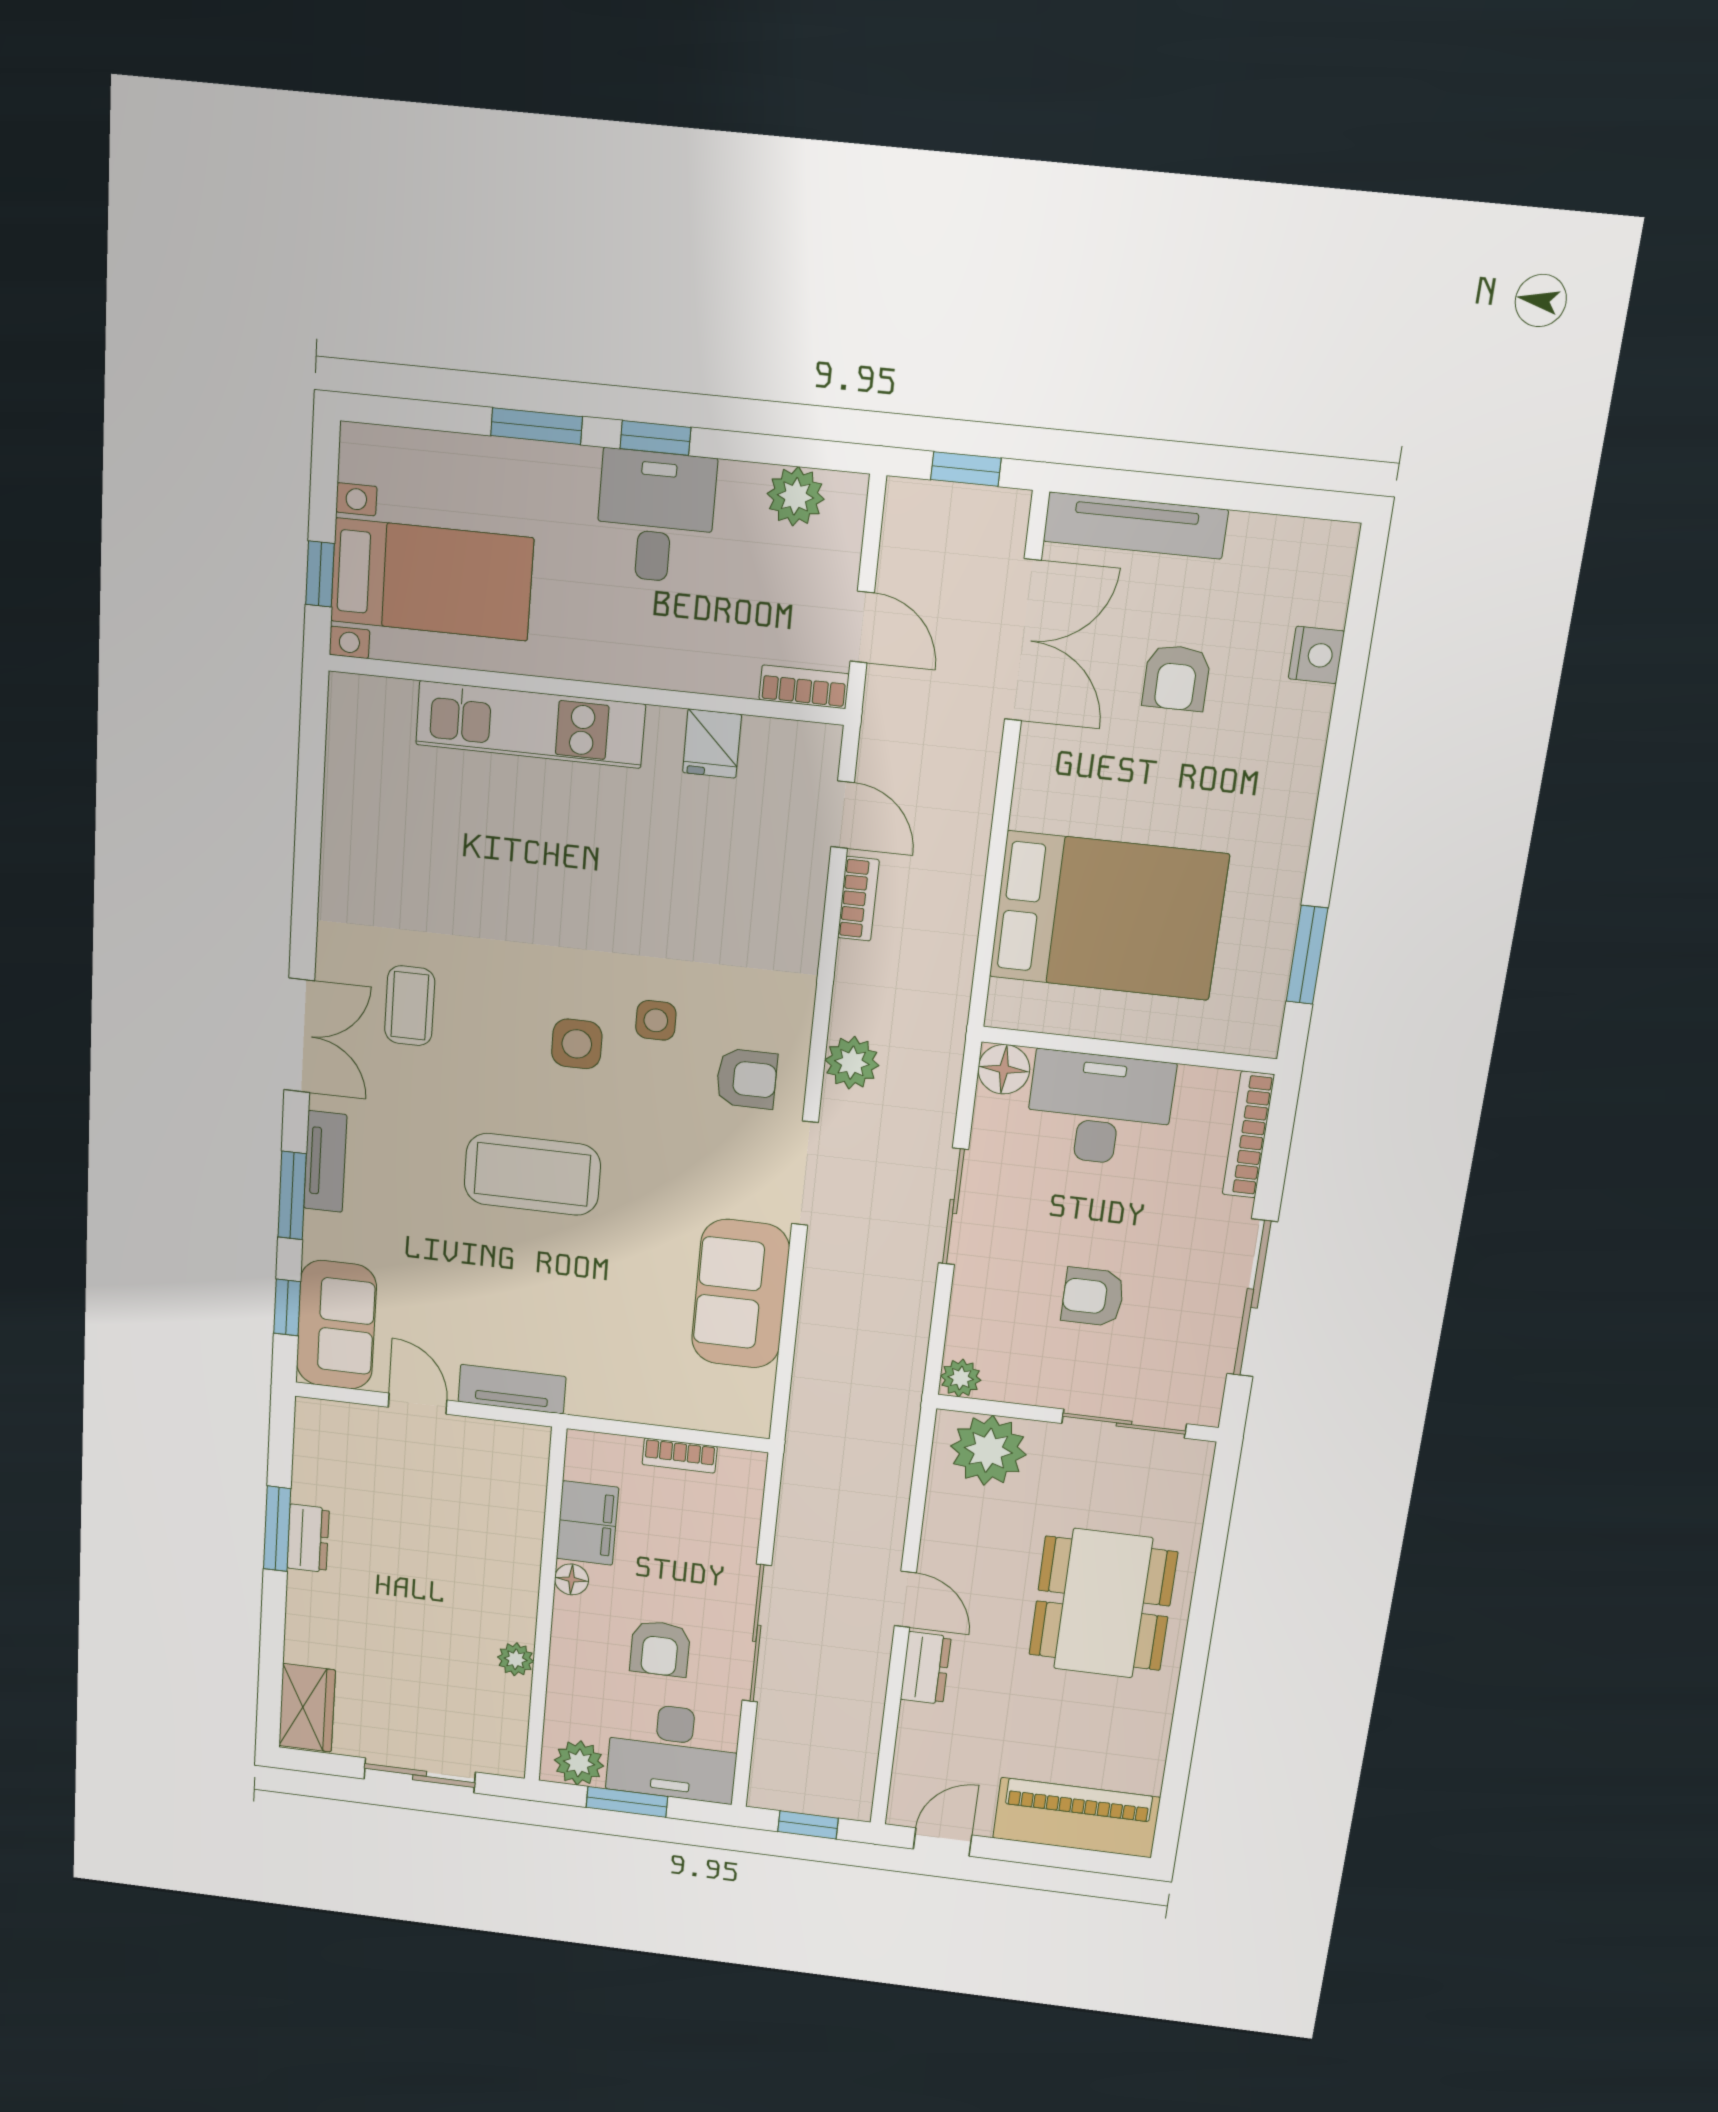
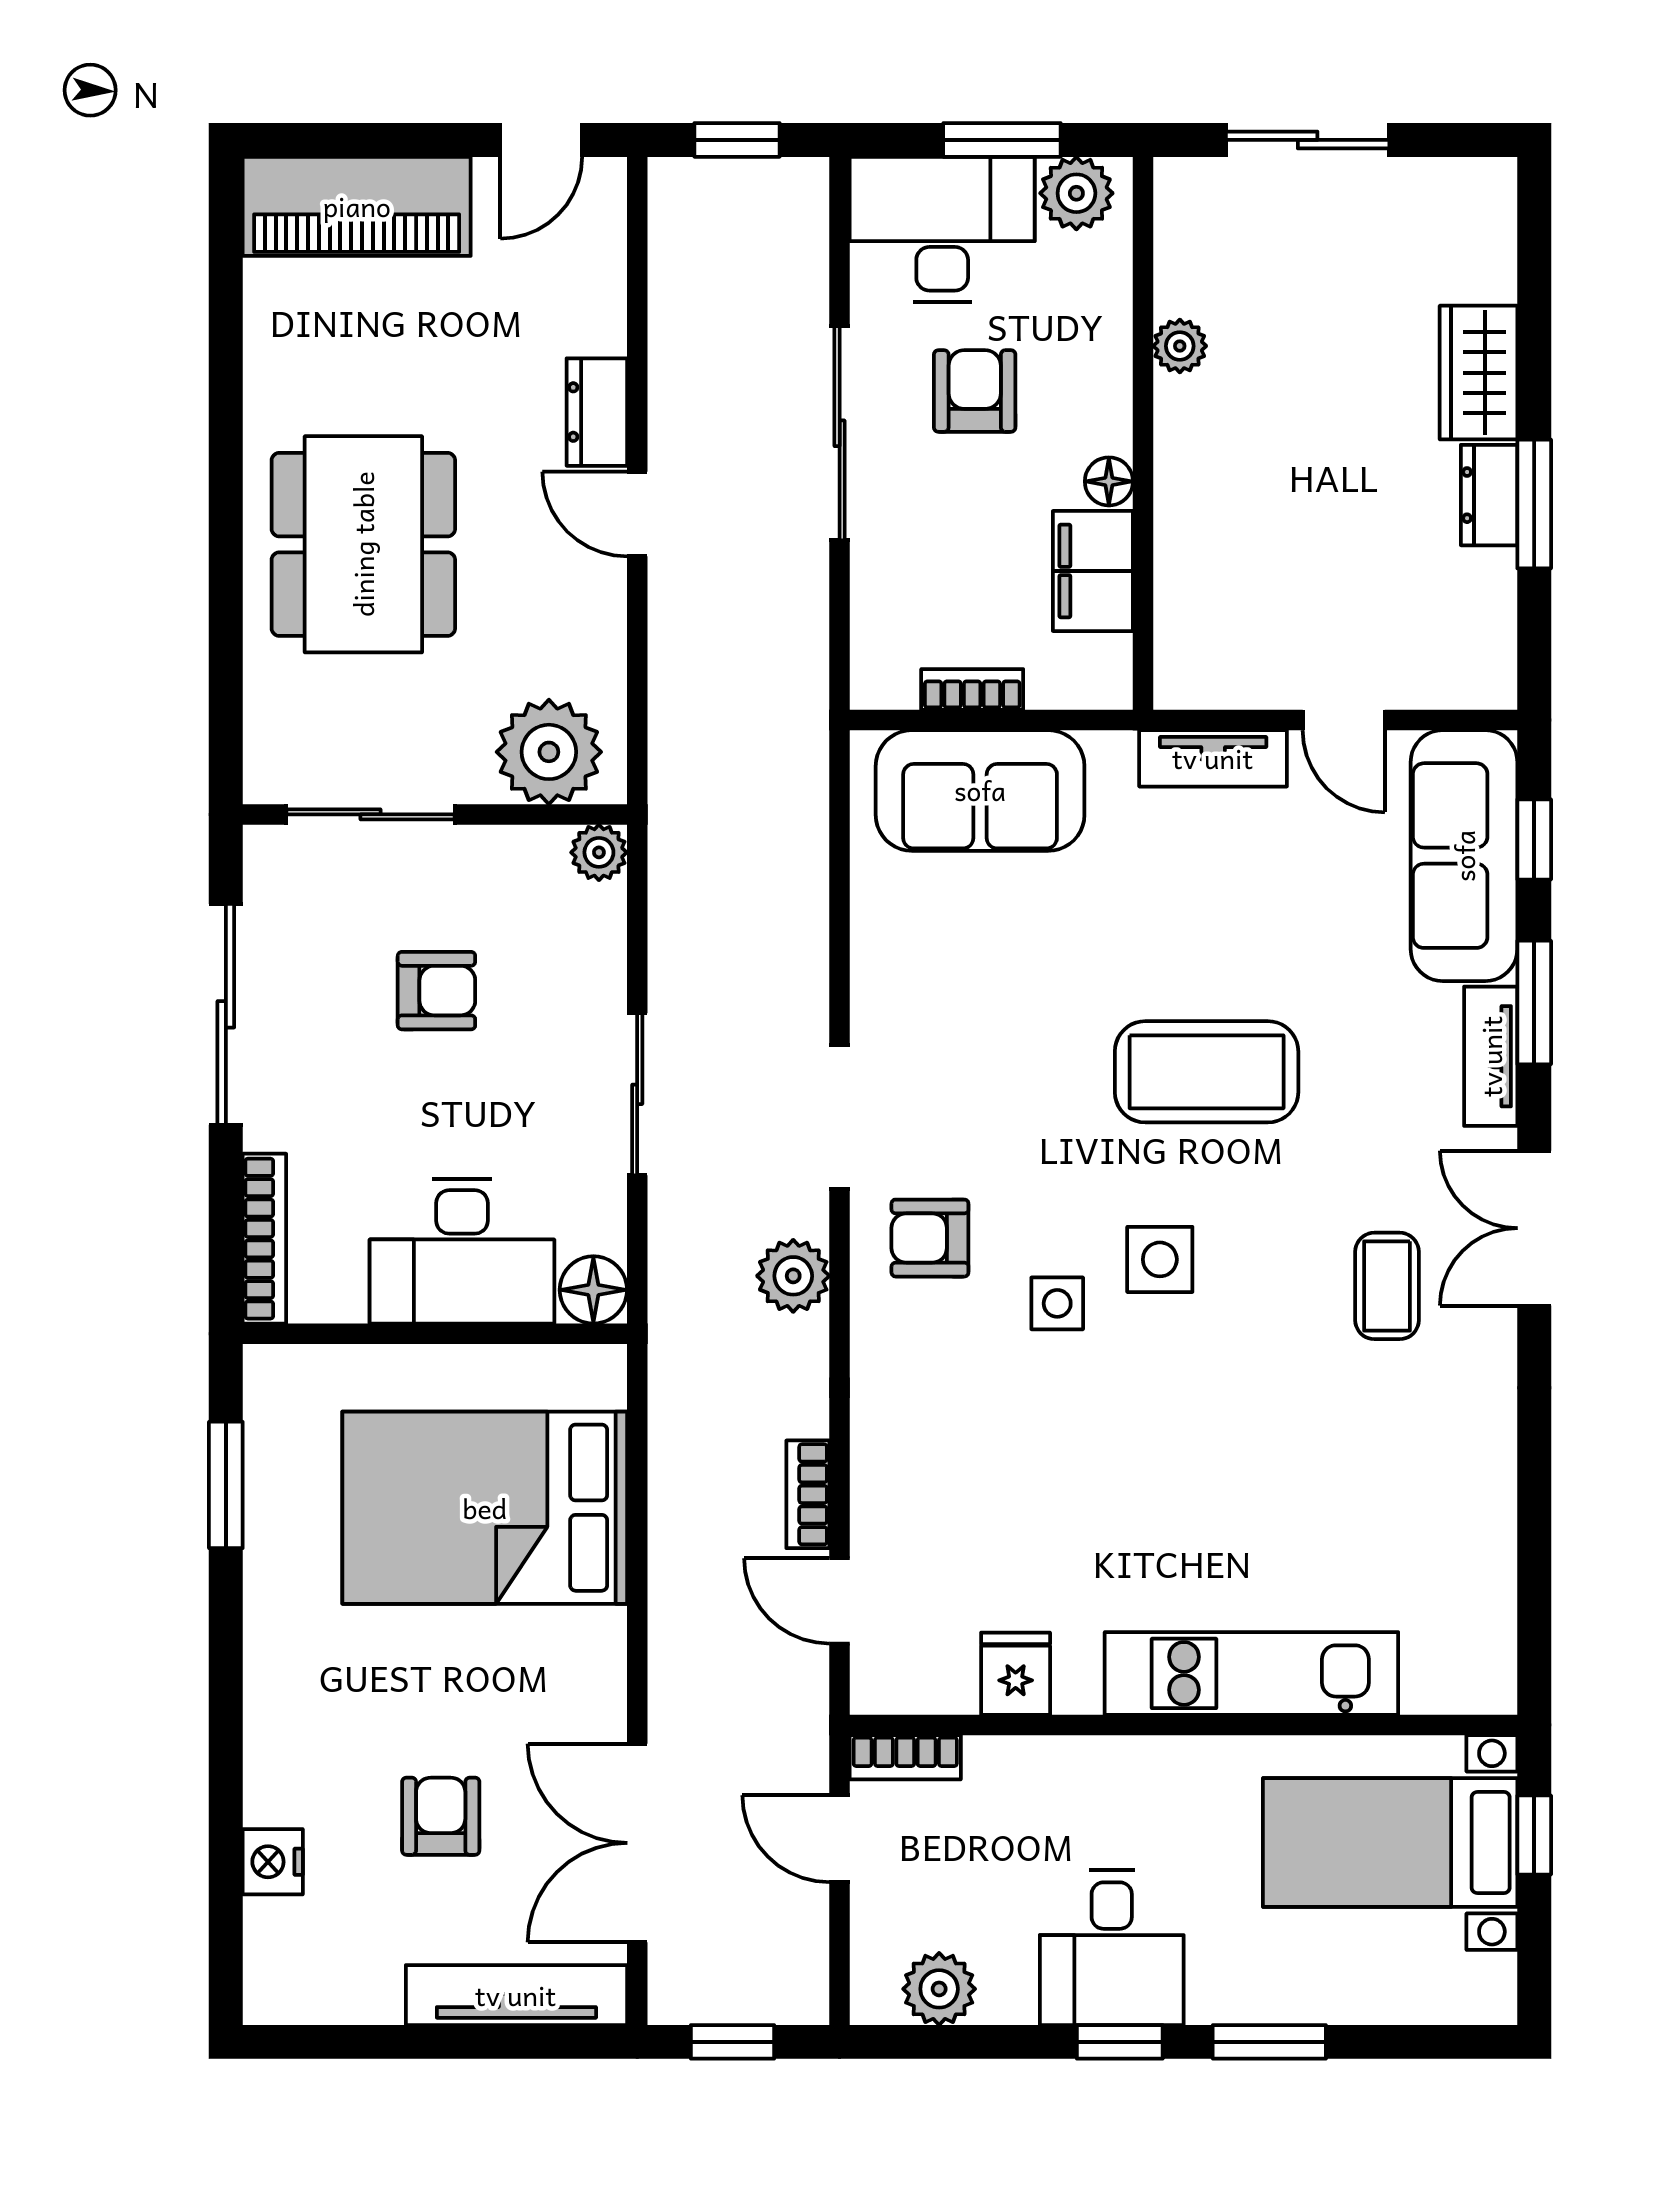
sofa: (740, 1294) -> (980, 790), moved, turned 90
sofa: (336, 1325) -> (1464, 856), width x1.36
wardrobe: (307, 1708) -> (1479, 373), moved

